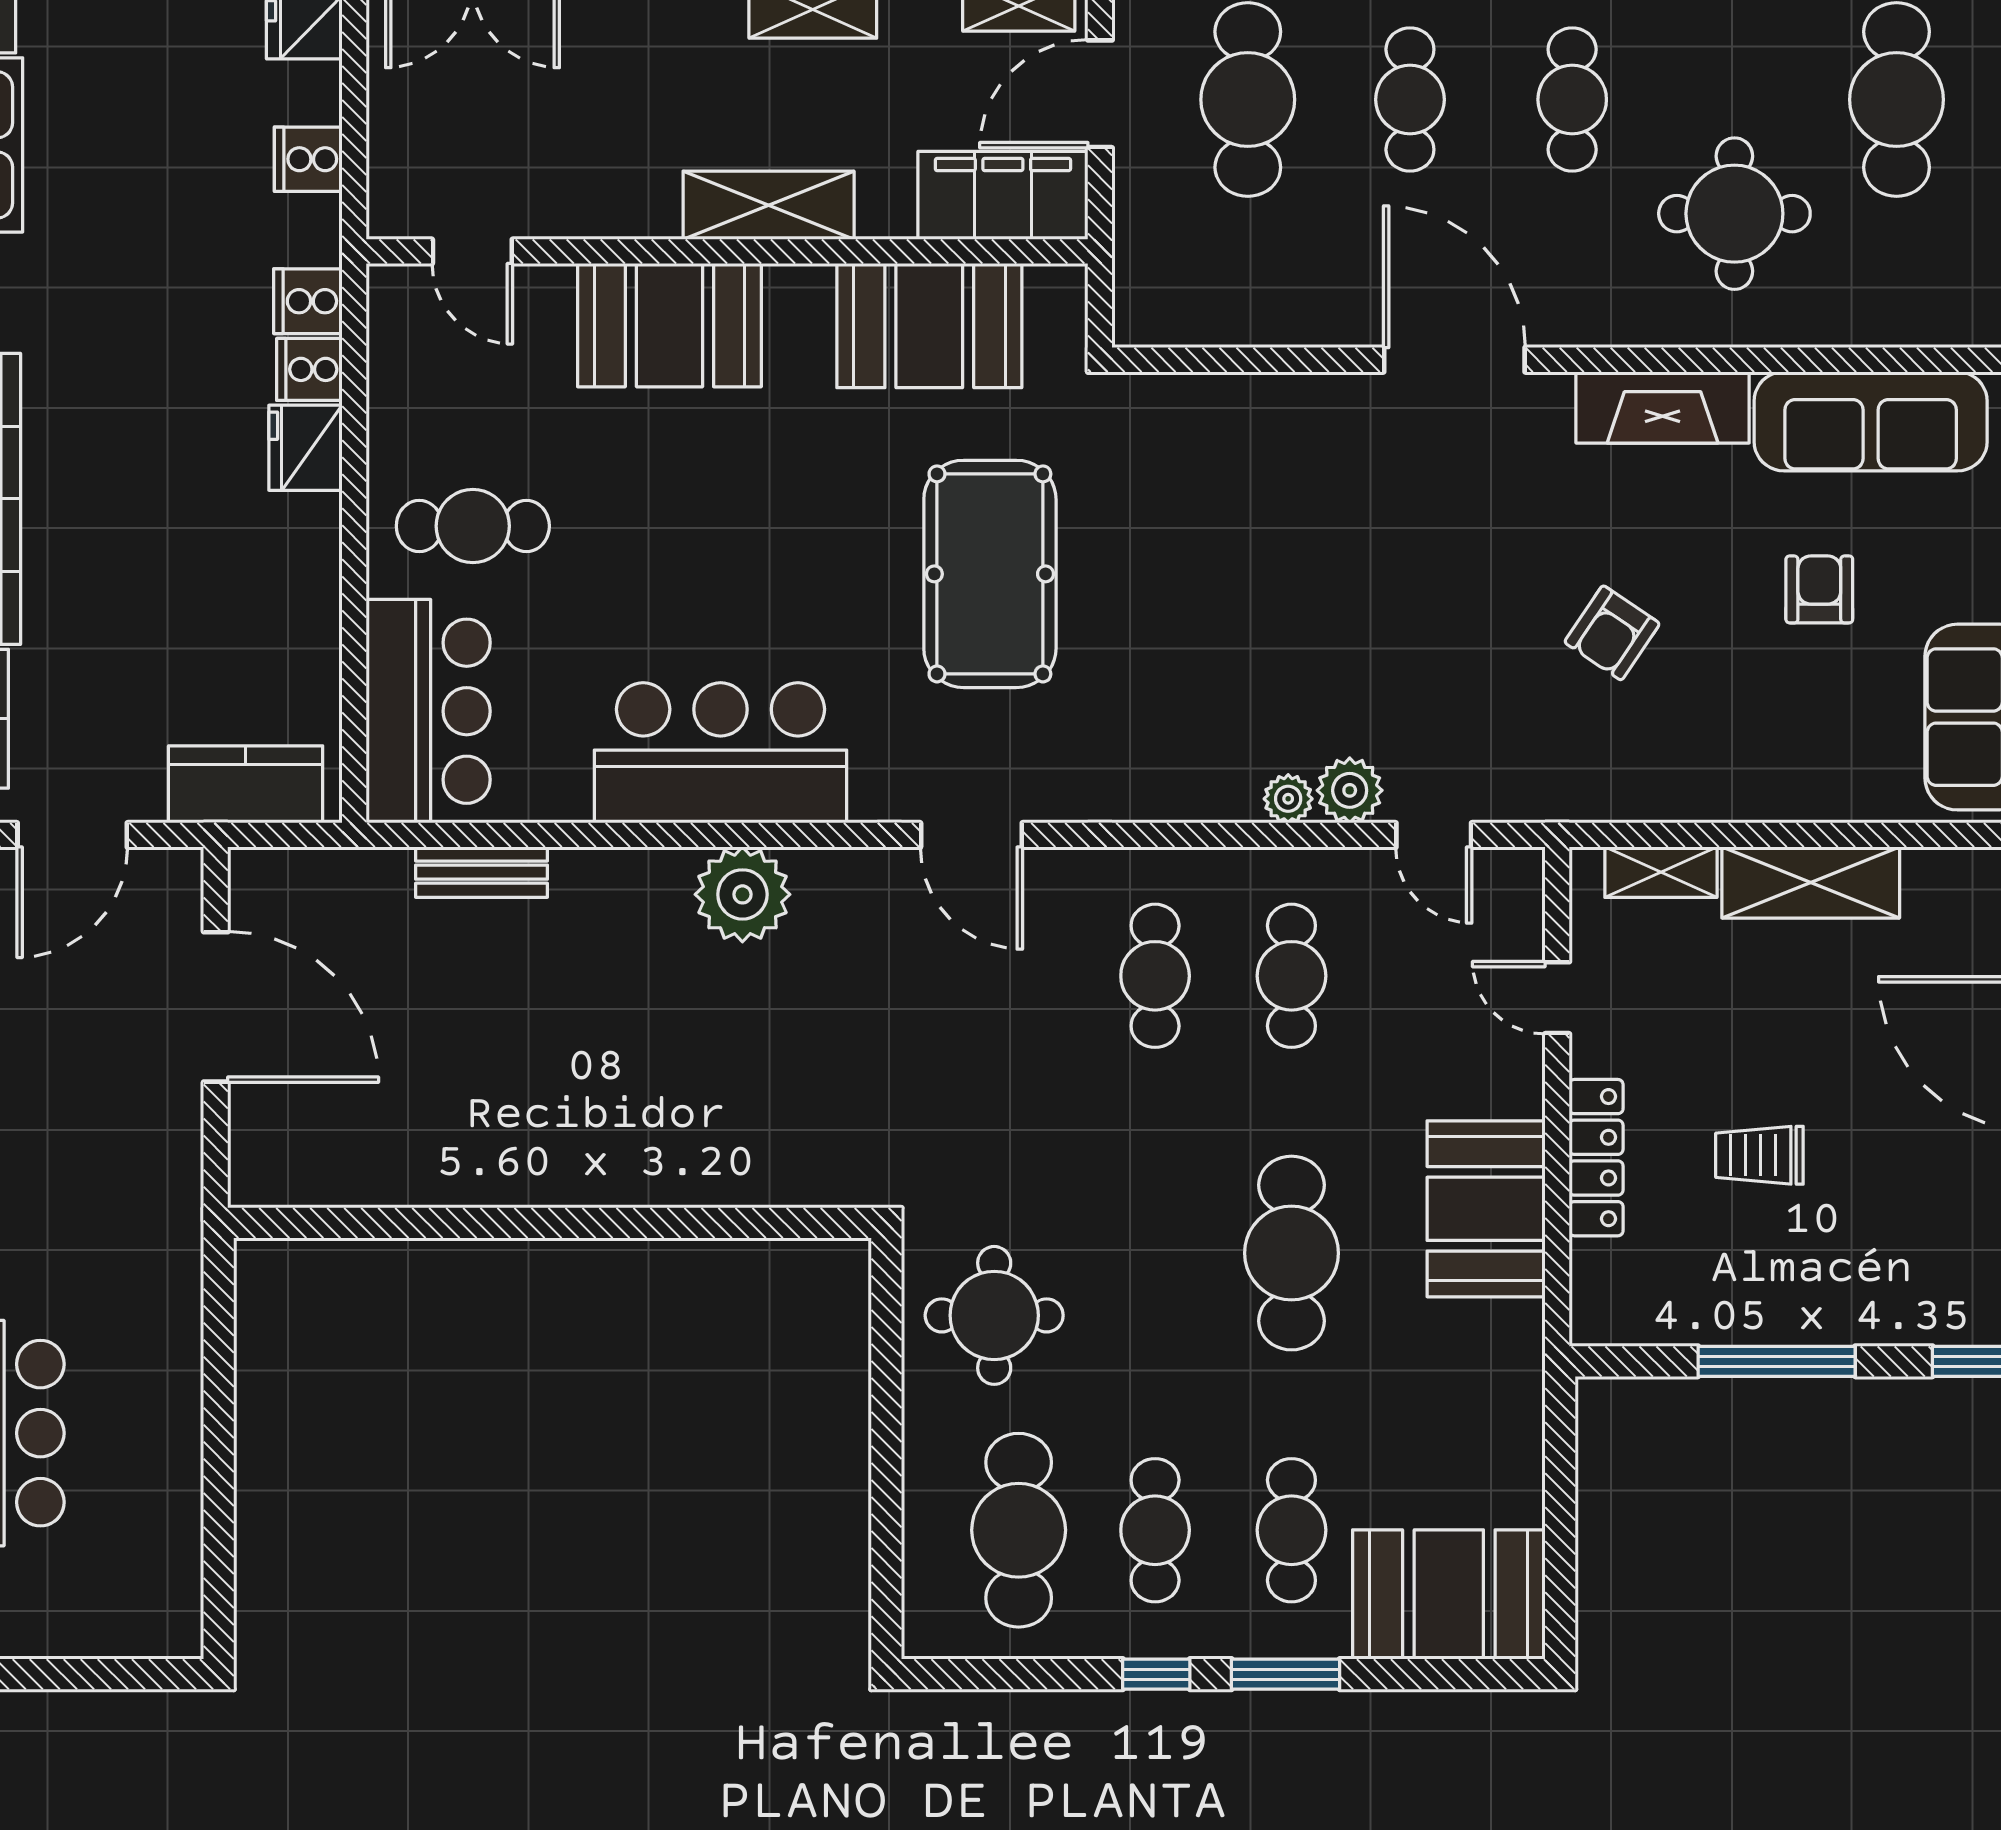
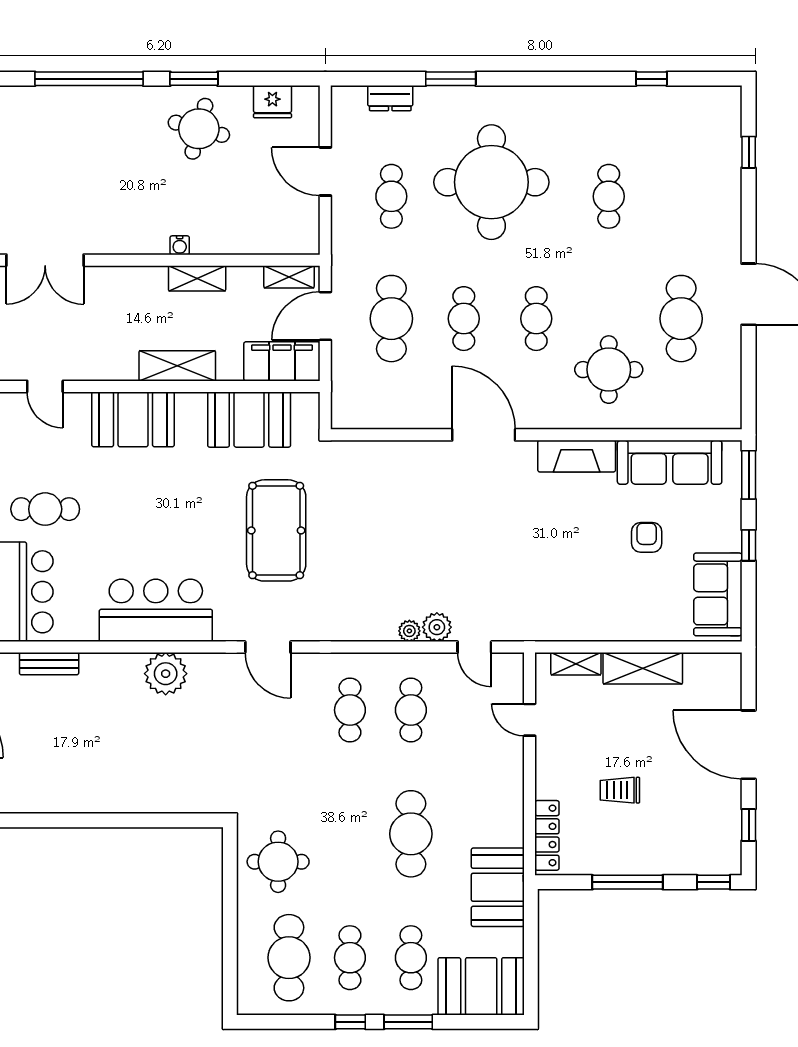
armchair: (1612, 633) -> (554, 557), removed
locker: (1596, 1158) -> (547, 835), moved
booth: (1486, 1209) -> (498, 887), moved

